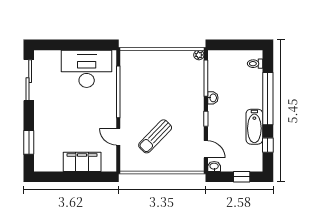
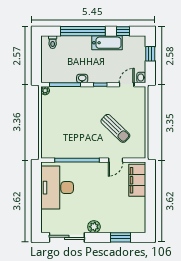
plant: (41, 112) -> (94, 227), added
filing cabinet: (82, 162) -> (137, 180), moved

